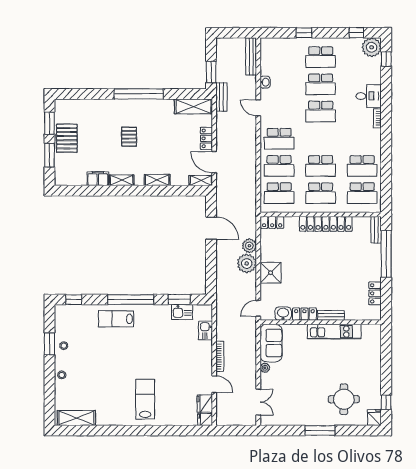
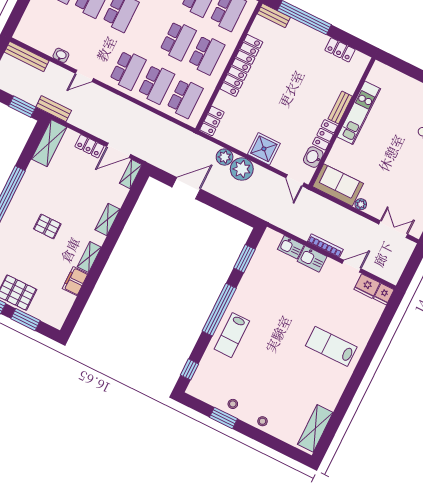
kitchen sink: (182, 312) -> (312, 259), moved, turned 90

